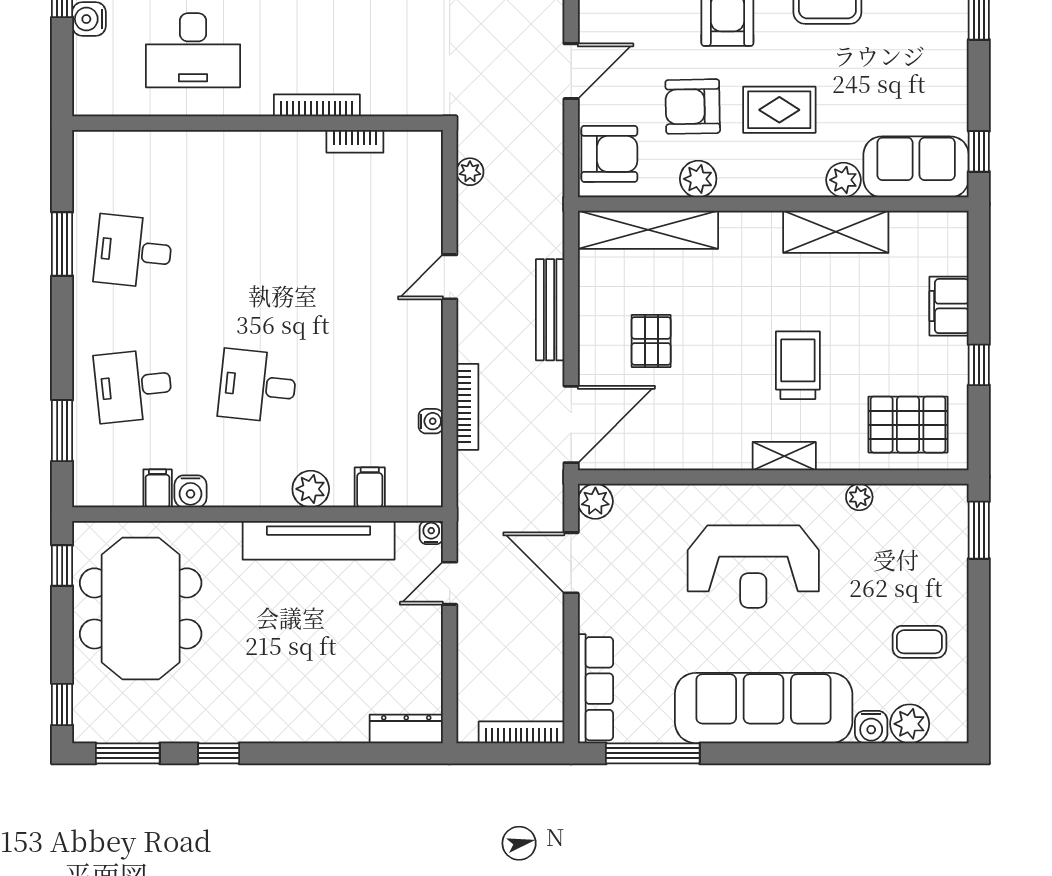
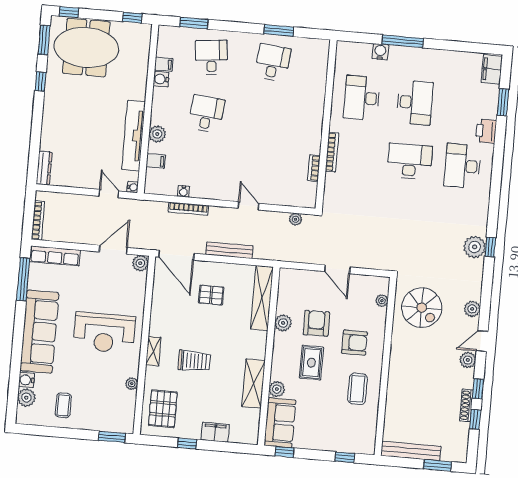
armchair: (609, 154) -> (298, 283), removed
reception desk: (753, 567) -> (104, 333), turned -90
meeting table: (141, 608) -> (86, 47), moved

